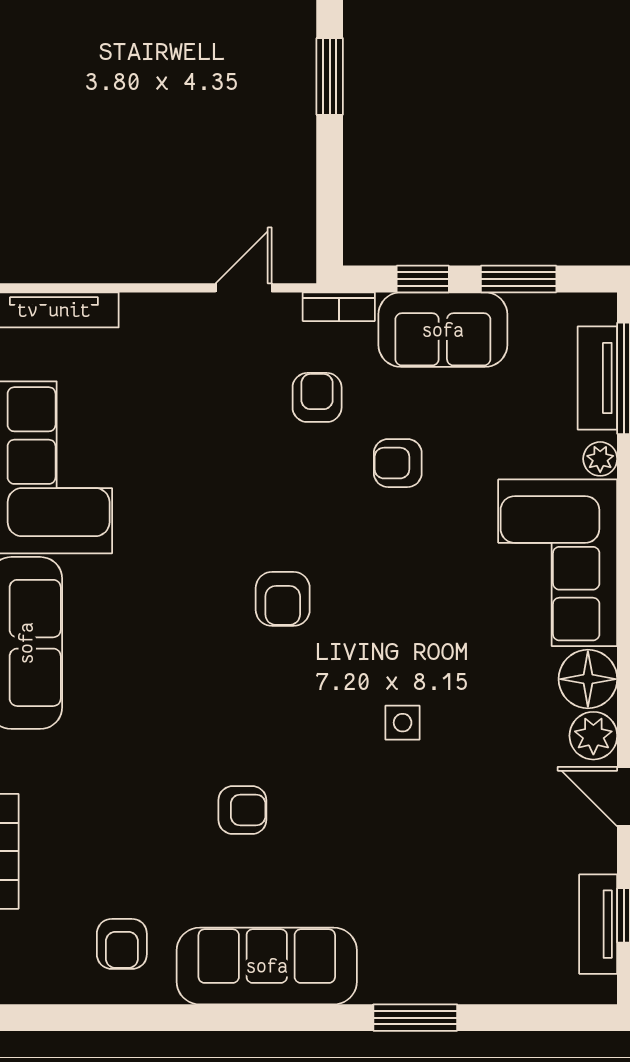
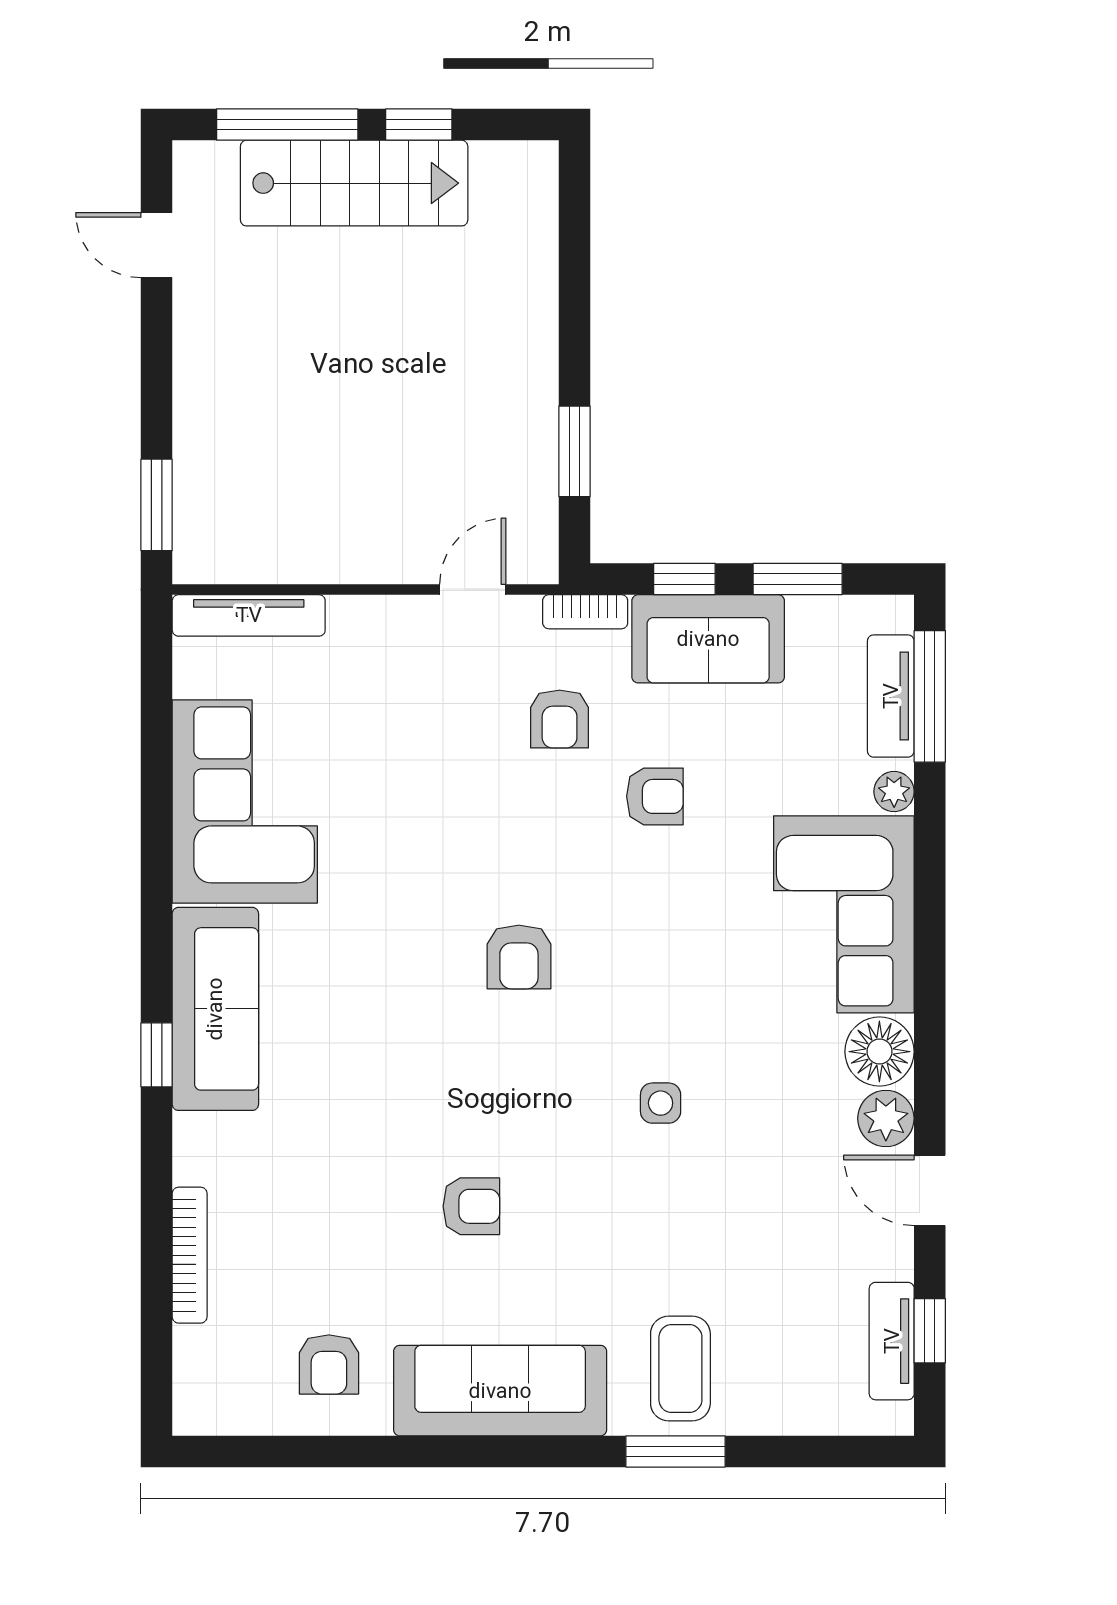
window: (330, 76) -> (575, 451), moved
armchair: (317, 397) -> (560, 719), turned 180
armchair: (398, 463) -> (655, 796), turned 180
coffee table: (419, 947) -> (680, 1369), added

